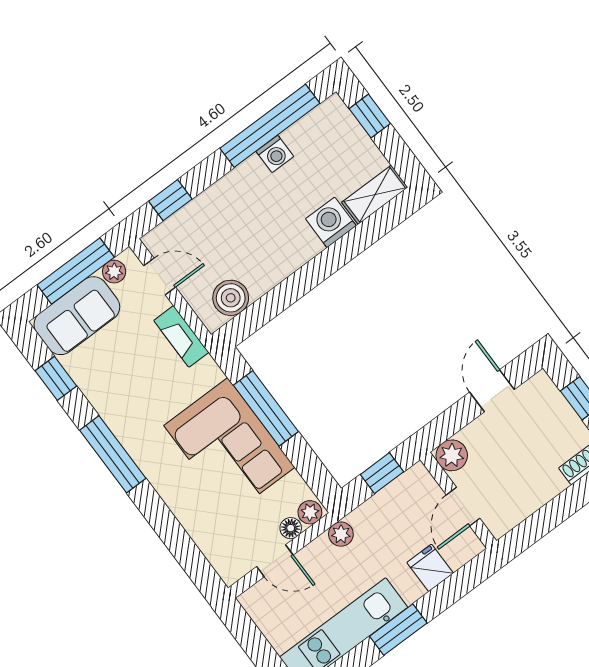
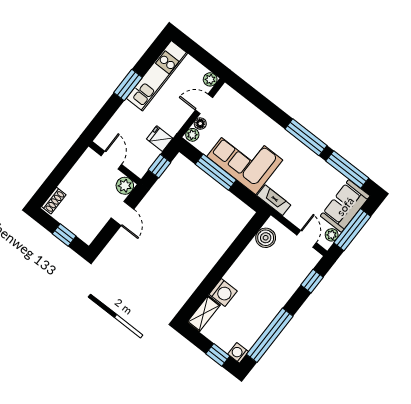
washing machine: (275, 154) -> (238, 353), moved
door: (160, 276) -> (307, 239), swing flipped
fireplace: (181, 336) -> (274, 200), moved
window: (56, 378) -> (347, 169), width x2.17
door: (492, 391) -> (123, 213), moved
window: (266, 408) -> (216, 172), moved
plant: (341, 534) -> (210, 79), moved
fridge: (430, 568) -> (160, 139), moved, turned 180

